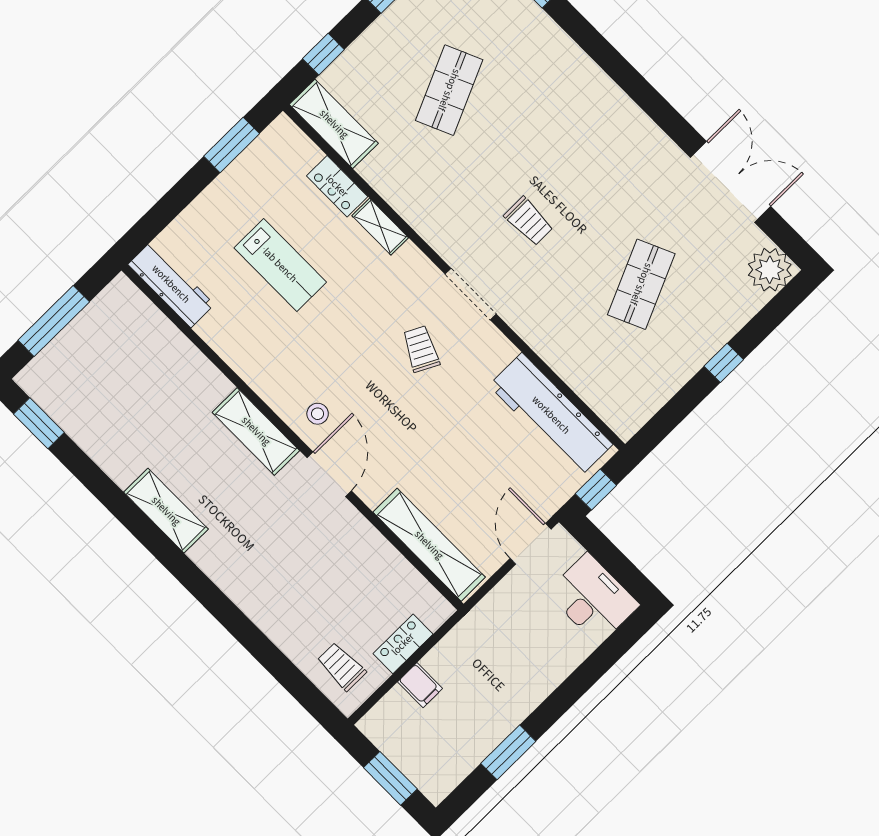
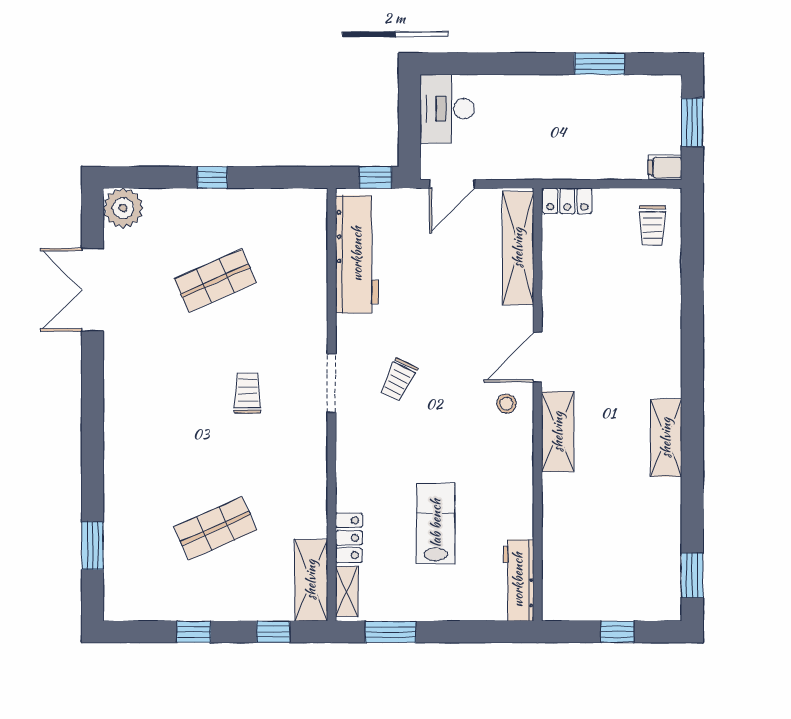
shelving: (380, 227) -> (347, 591), moved
window: (54, 321) -> (617, 632), width x0.46
locker: (403, 644) -> (567, 201), moved
filing cabinet: (420, 685) -> (665, 168), moved, turned -90

